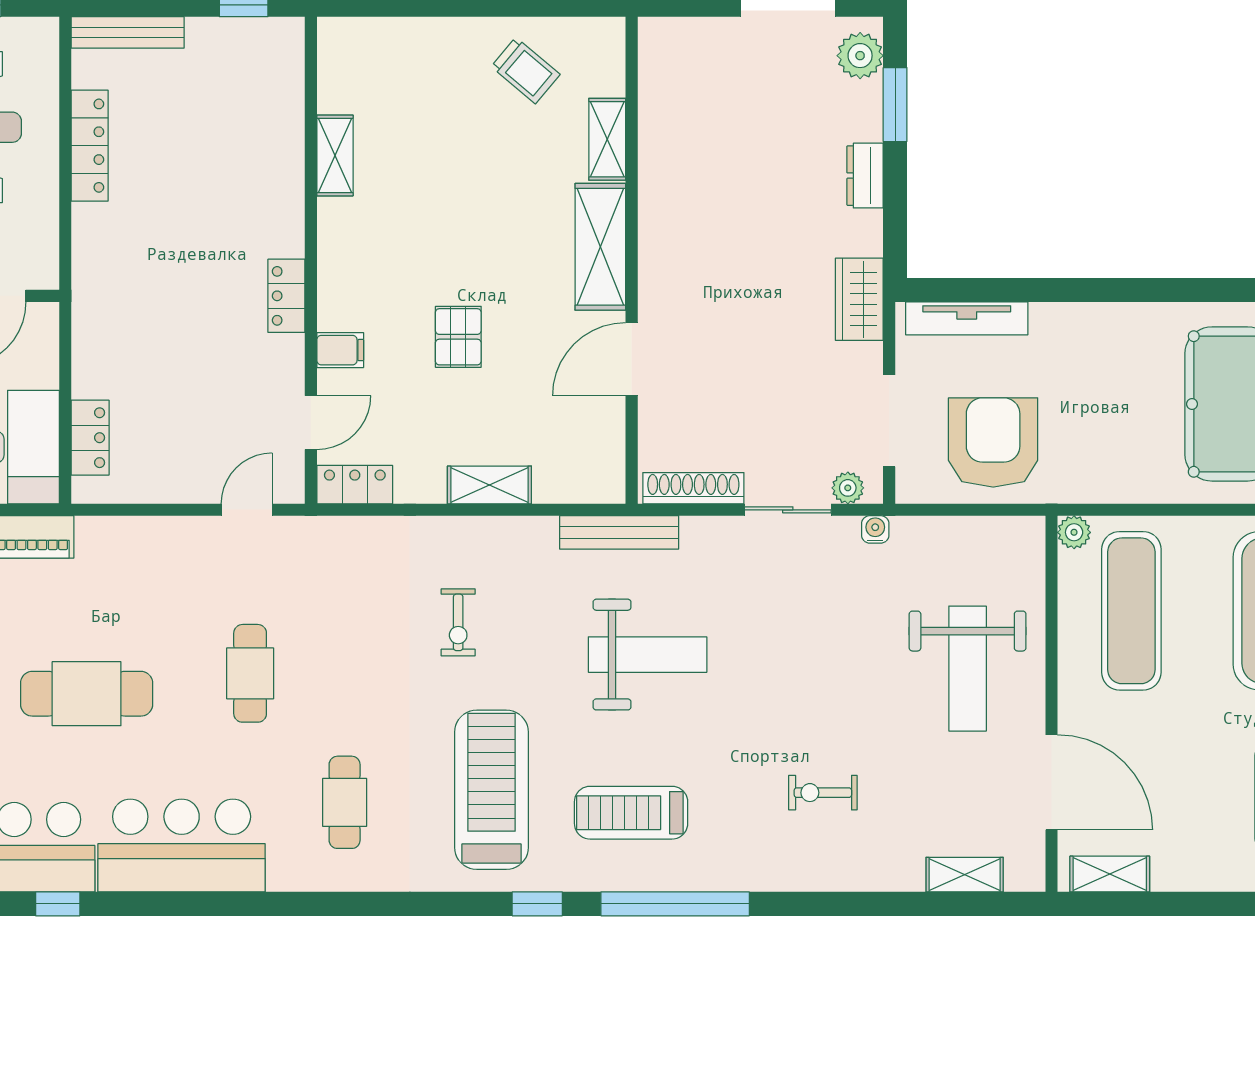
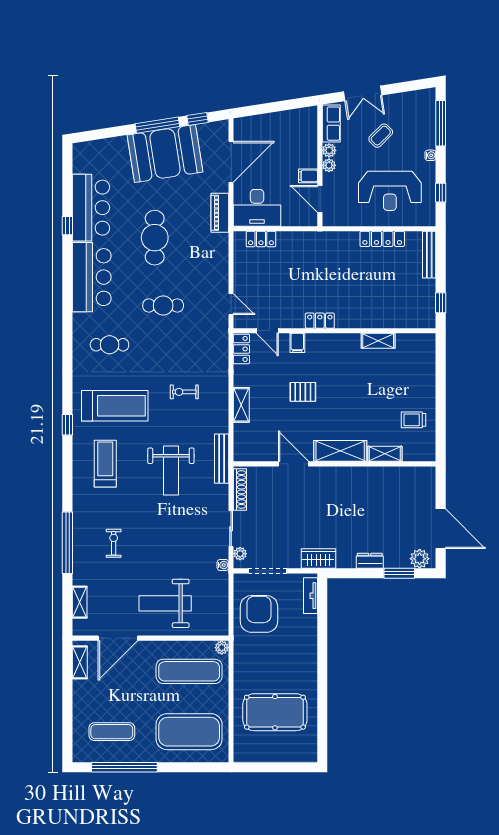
trolley: (526, 71) -> (413, 420), turned 50
tv unit: (967, 318) -> (310, 596), width x0.71
armchair: (993, 442) -> (259, 614), turned -90
window: (675, 904) -> (67, 543), moved

